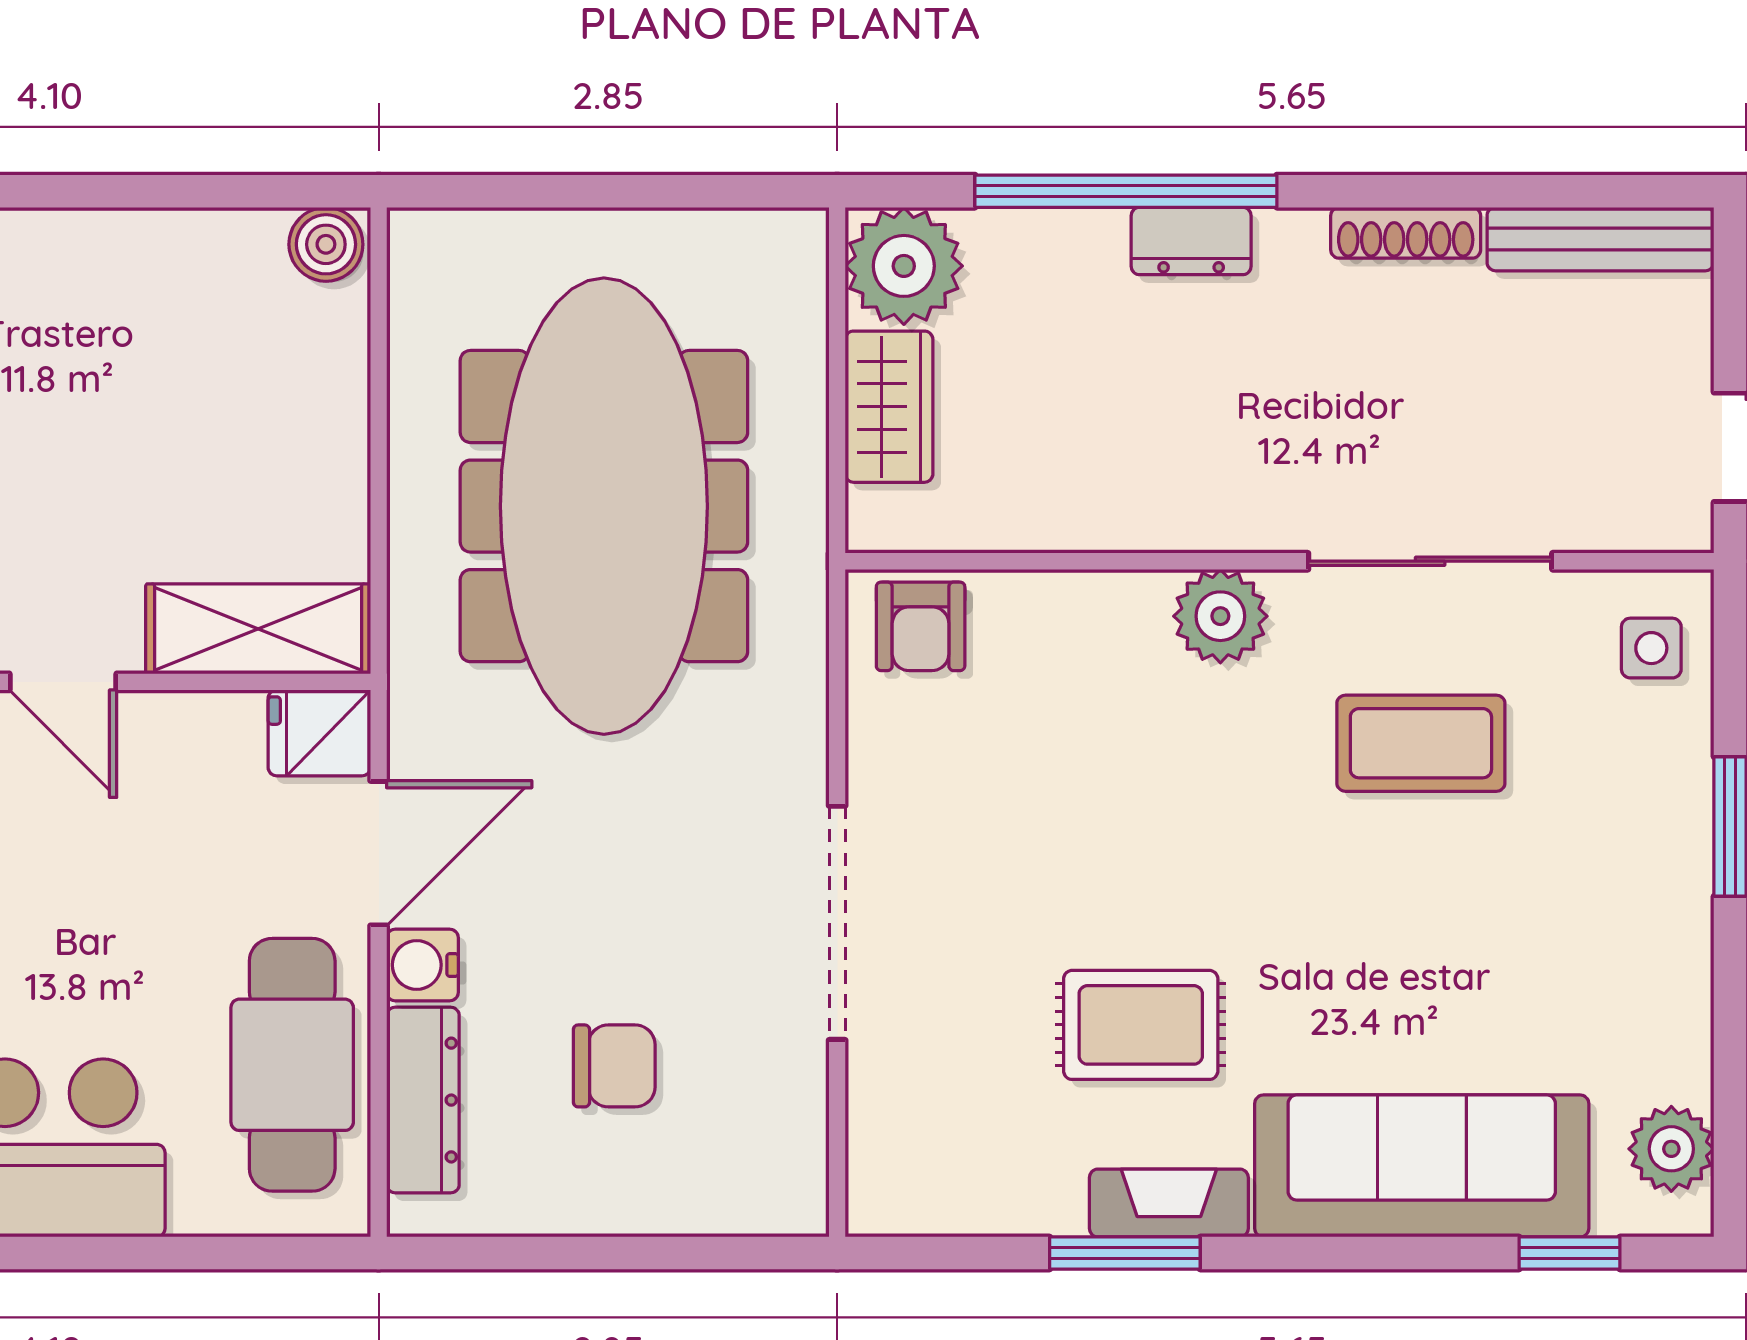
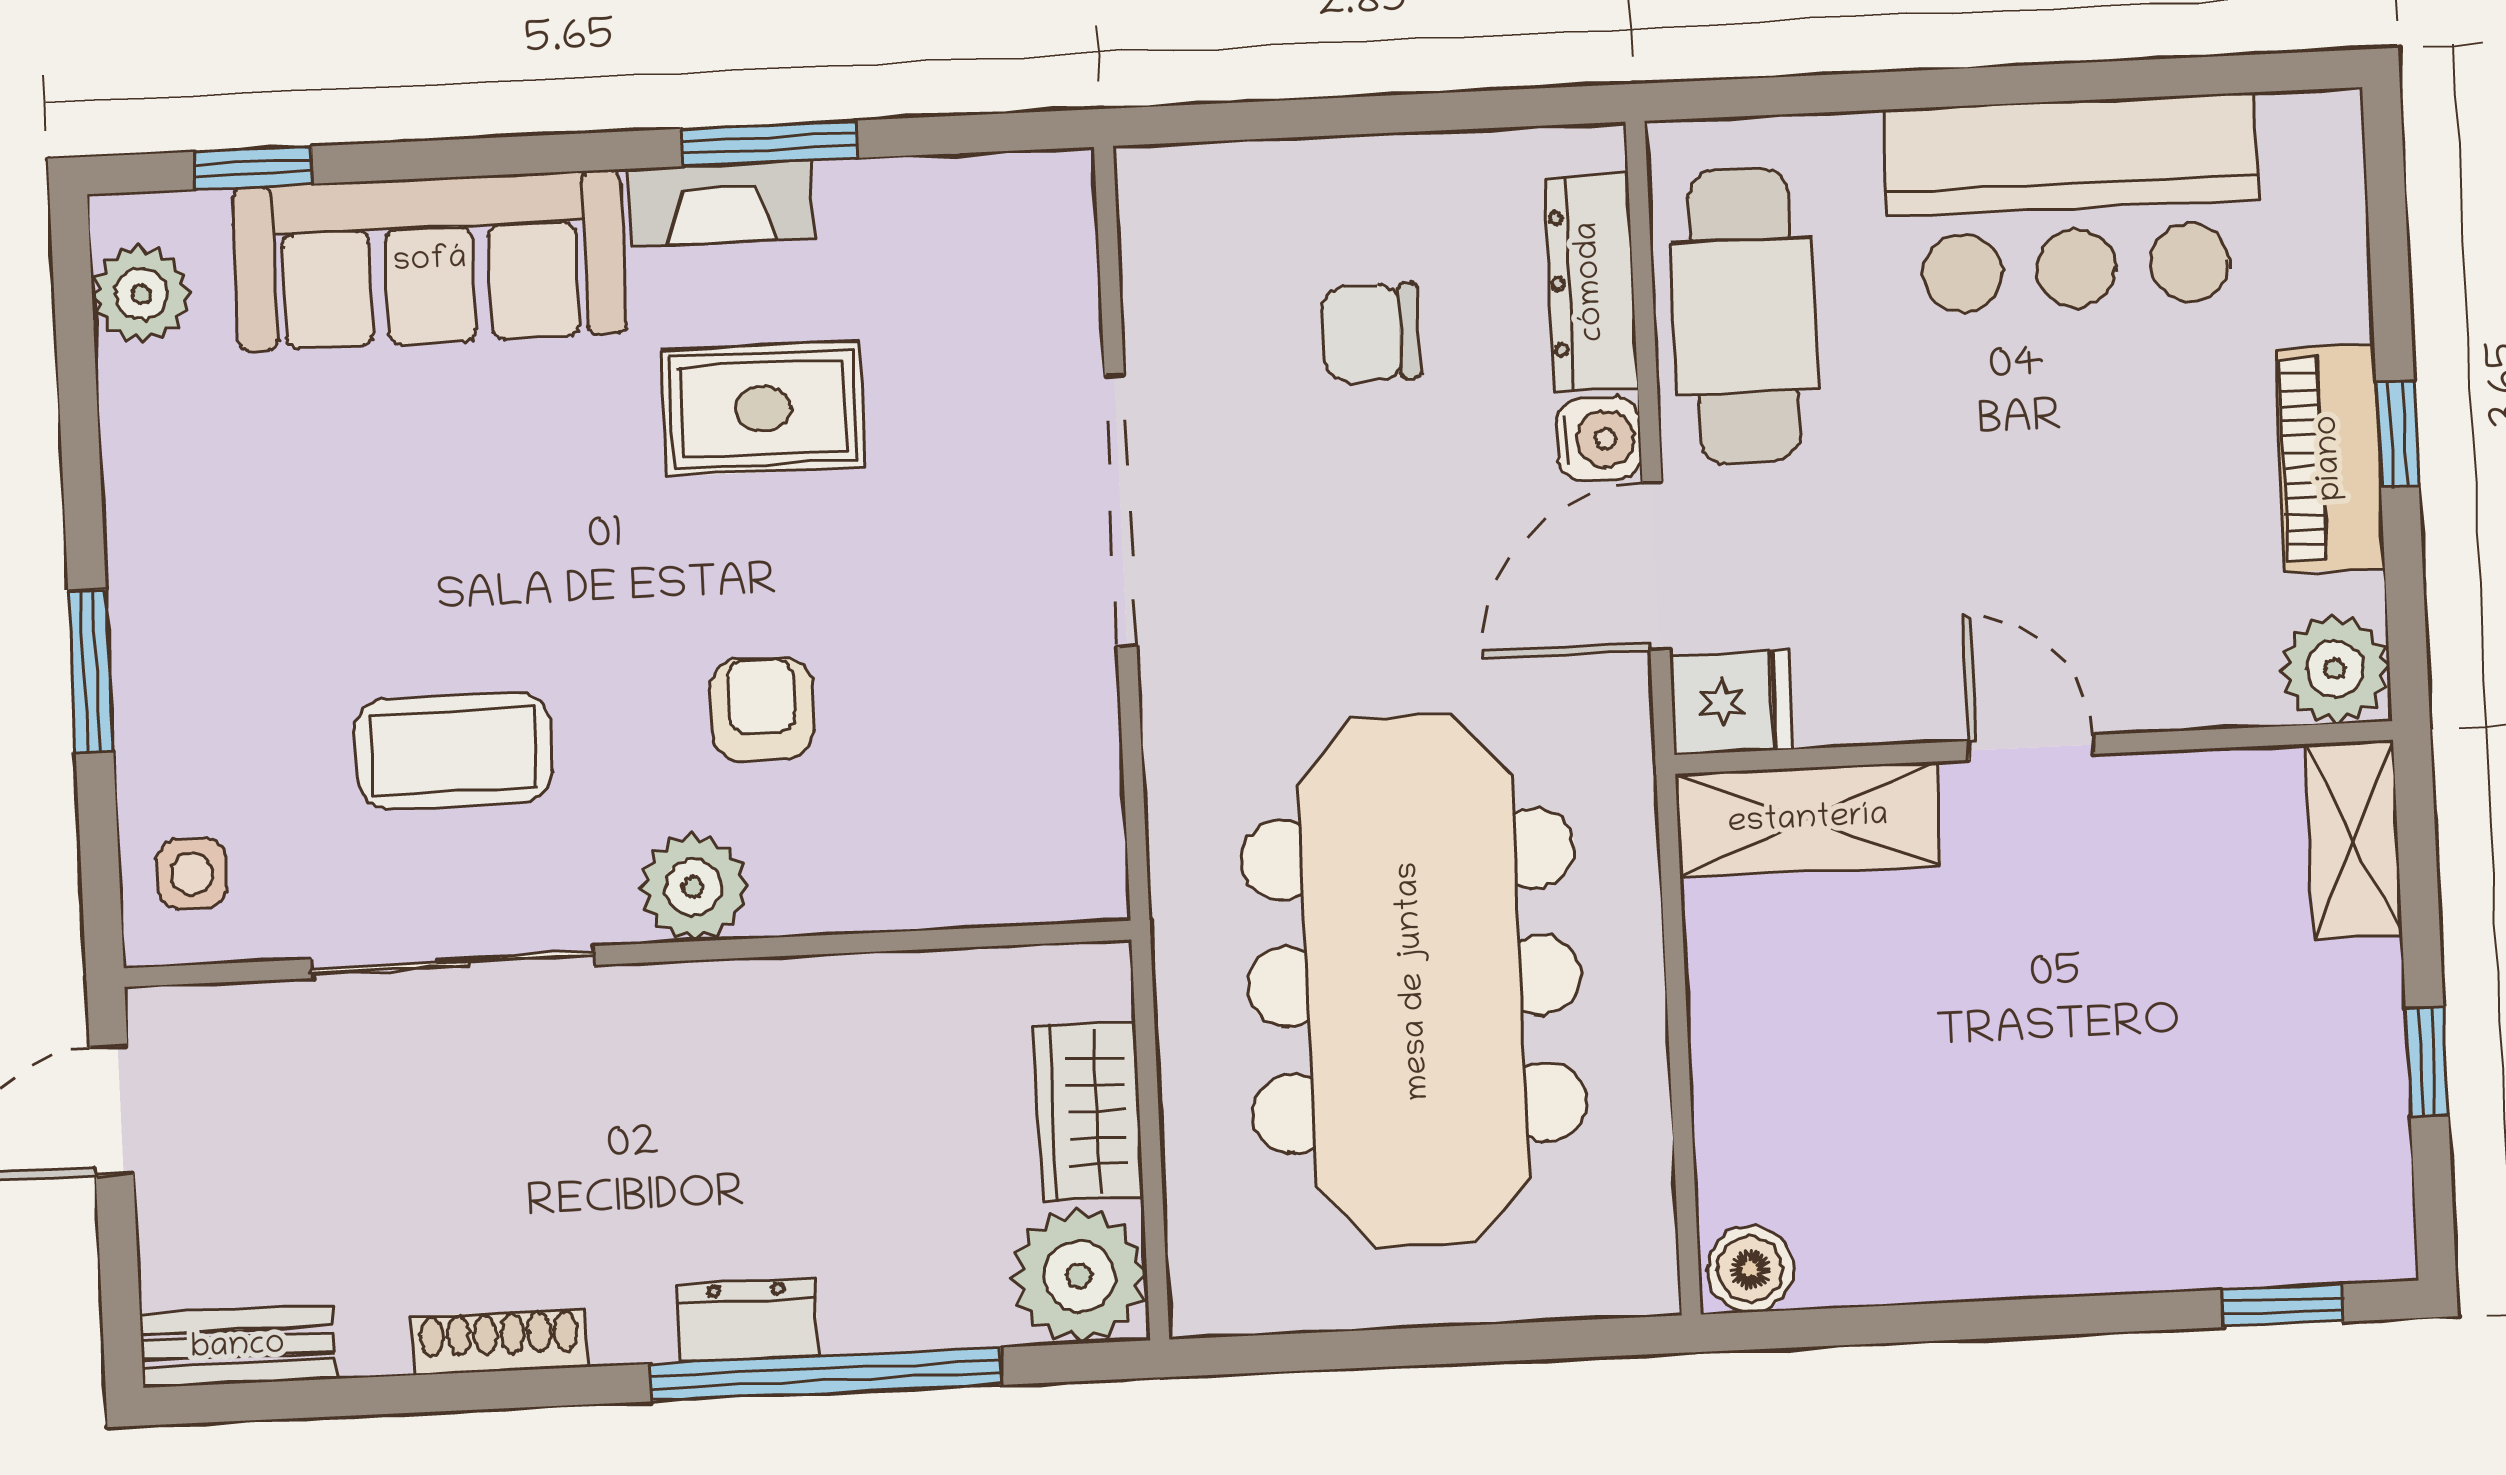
bench: (1600, 239) -> (238, 1347), width x0.73
armchair: (921, 626) -> (762, 709), moved

